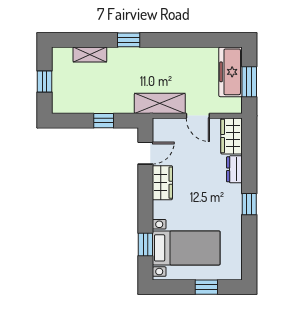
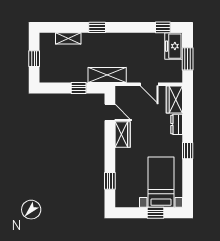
window: (216, 40) -> (163, 27), added
freezer: (231, 72) -> (174, 46), width x0.71
shelving: (160, 103) -> (107, 75), moved
door: (145, 153) -> (110, 112), hinge flipped
bed with nightstands: (186, 248) -> (161, 182), moved, turned -90

